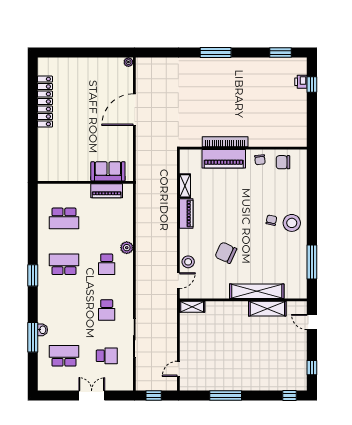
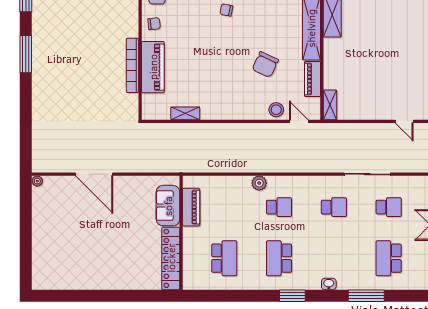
window: (216, 53) -> (26, 54), moved
locker: (45, 102) -> (171, 258), moved, turned -90
piano: (186, 214) -> (312, 79), moved, turned -90
washbasin: (42, 330) -> (329, 284), moved
school desk: (107, 356) -> (389, 207), turned 90

